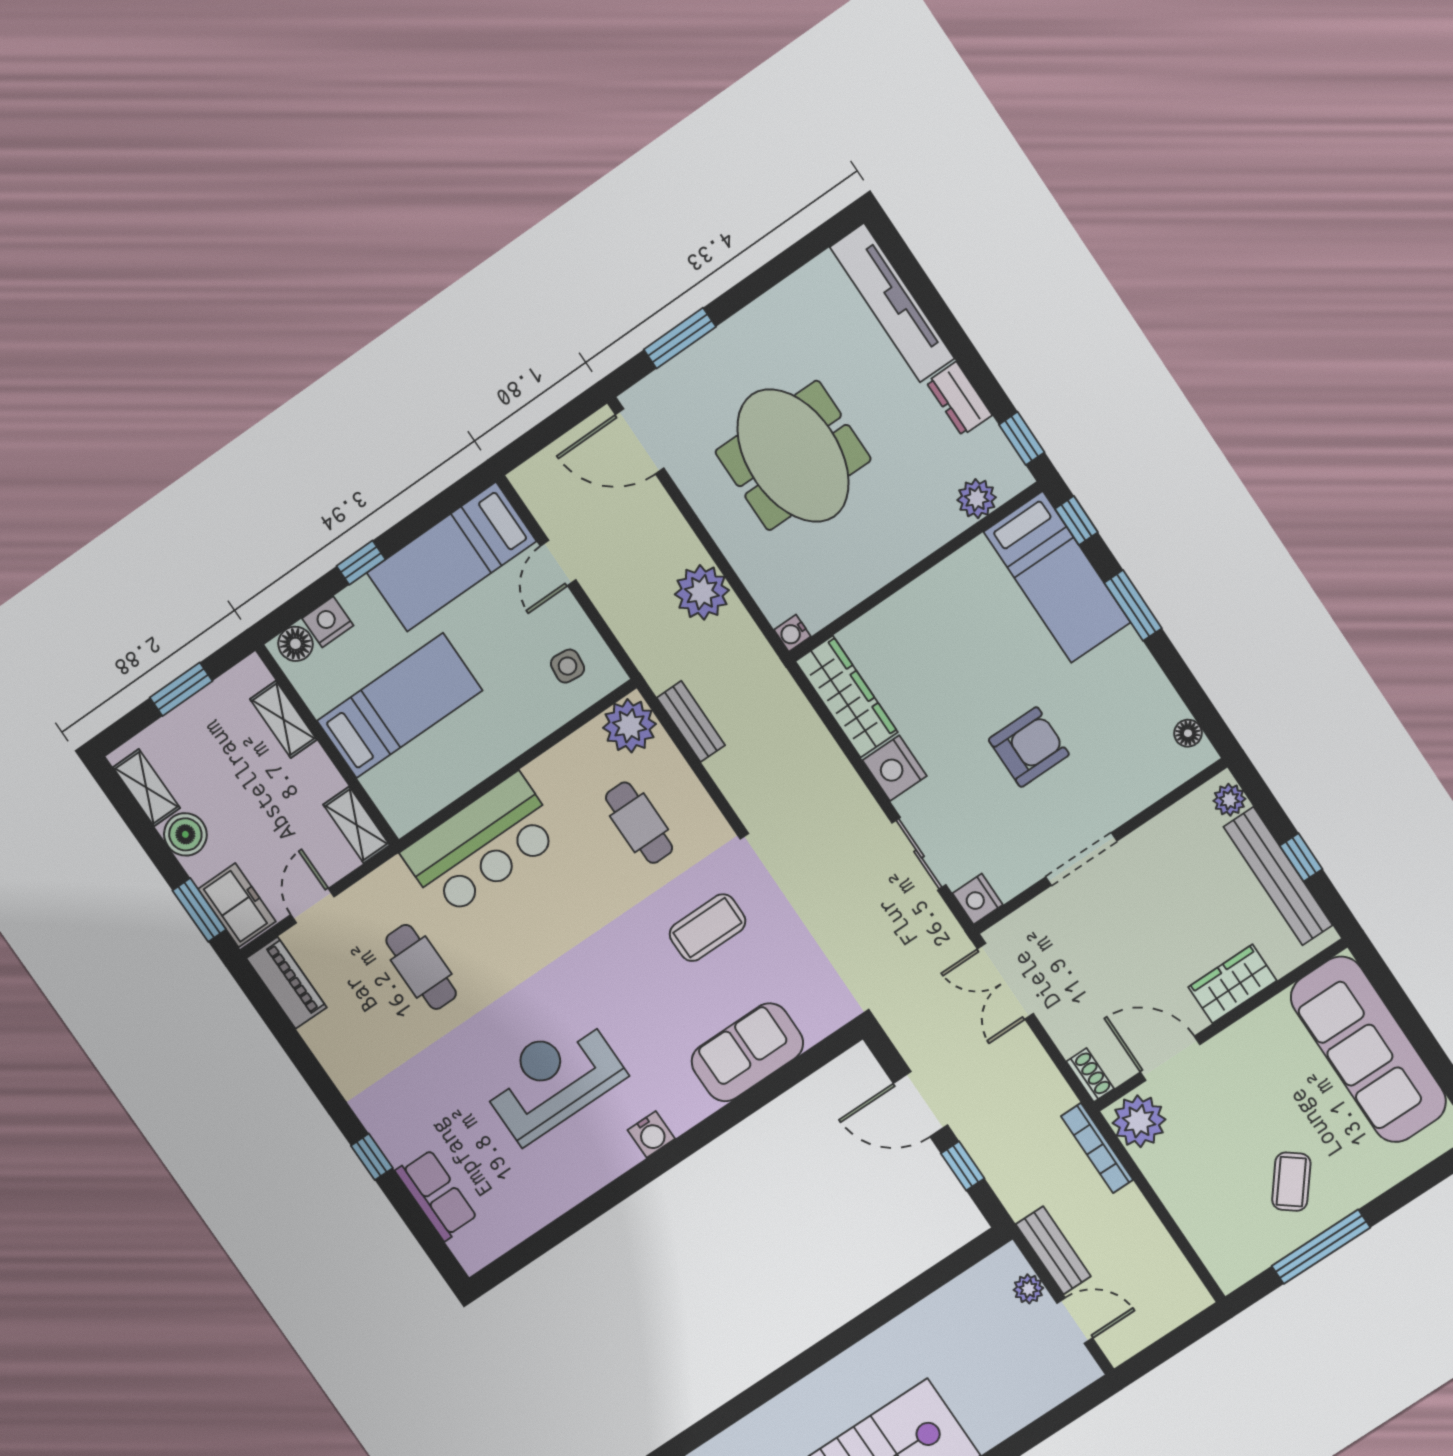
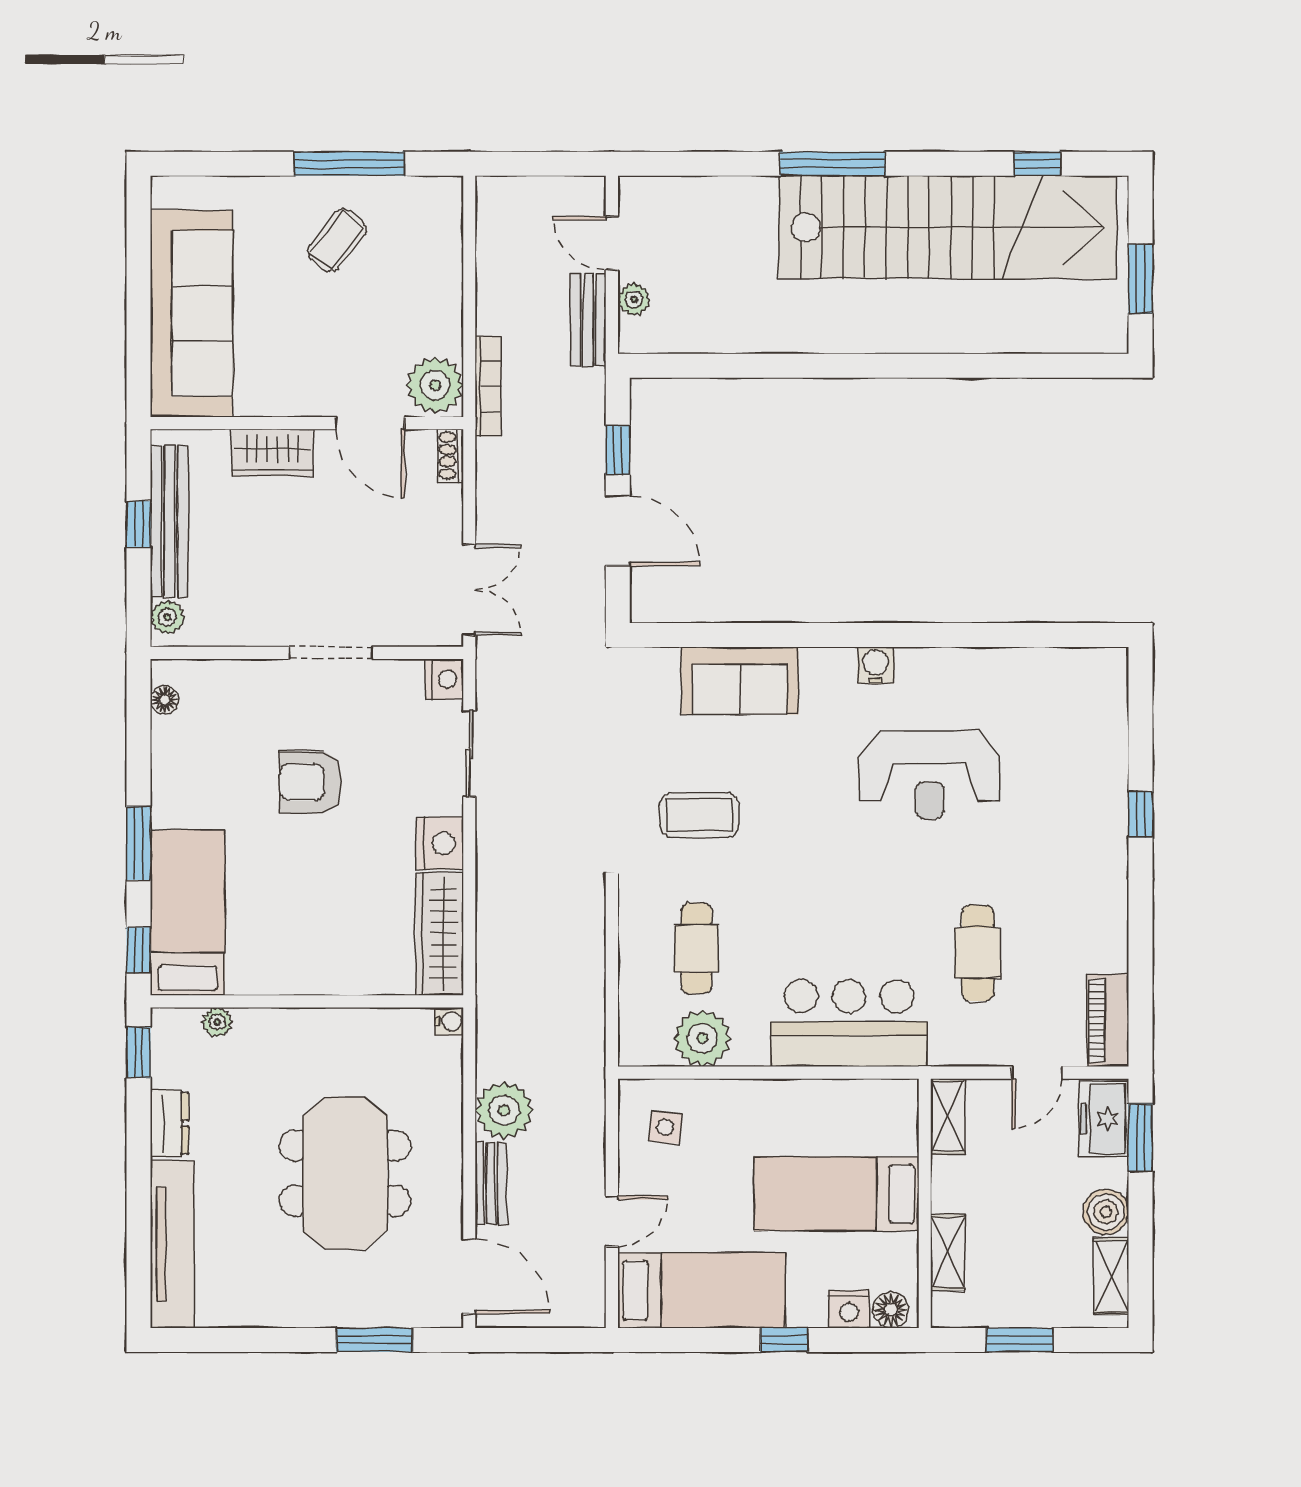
plant: (977, 499) -> (217, 1022), width x0.73, depth x0.73
bench: (691, 721) -> (491, 1183), moved
plant: (630, 726) -> (702, 1038), moved
row of seats: (437, 1195) -> (1106, 741), removed

